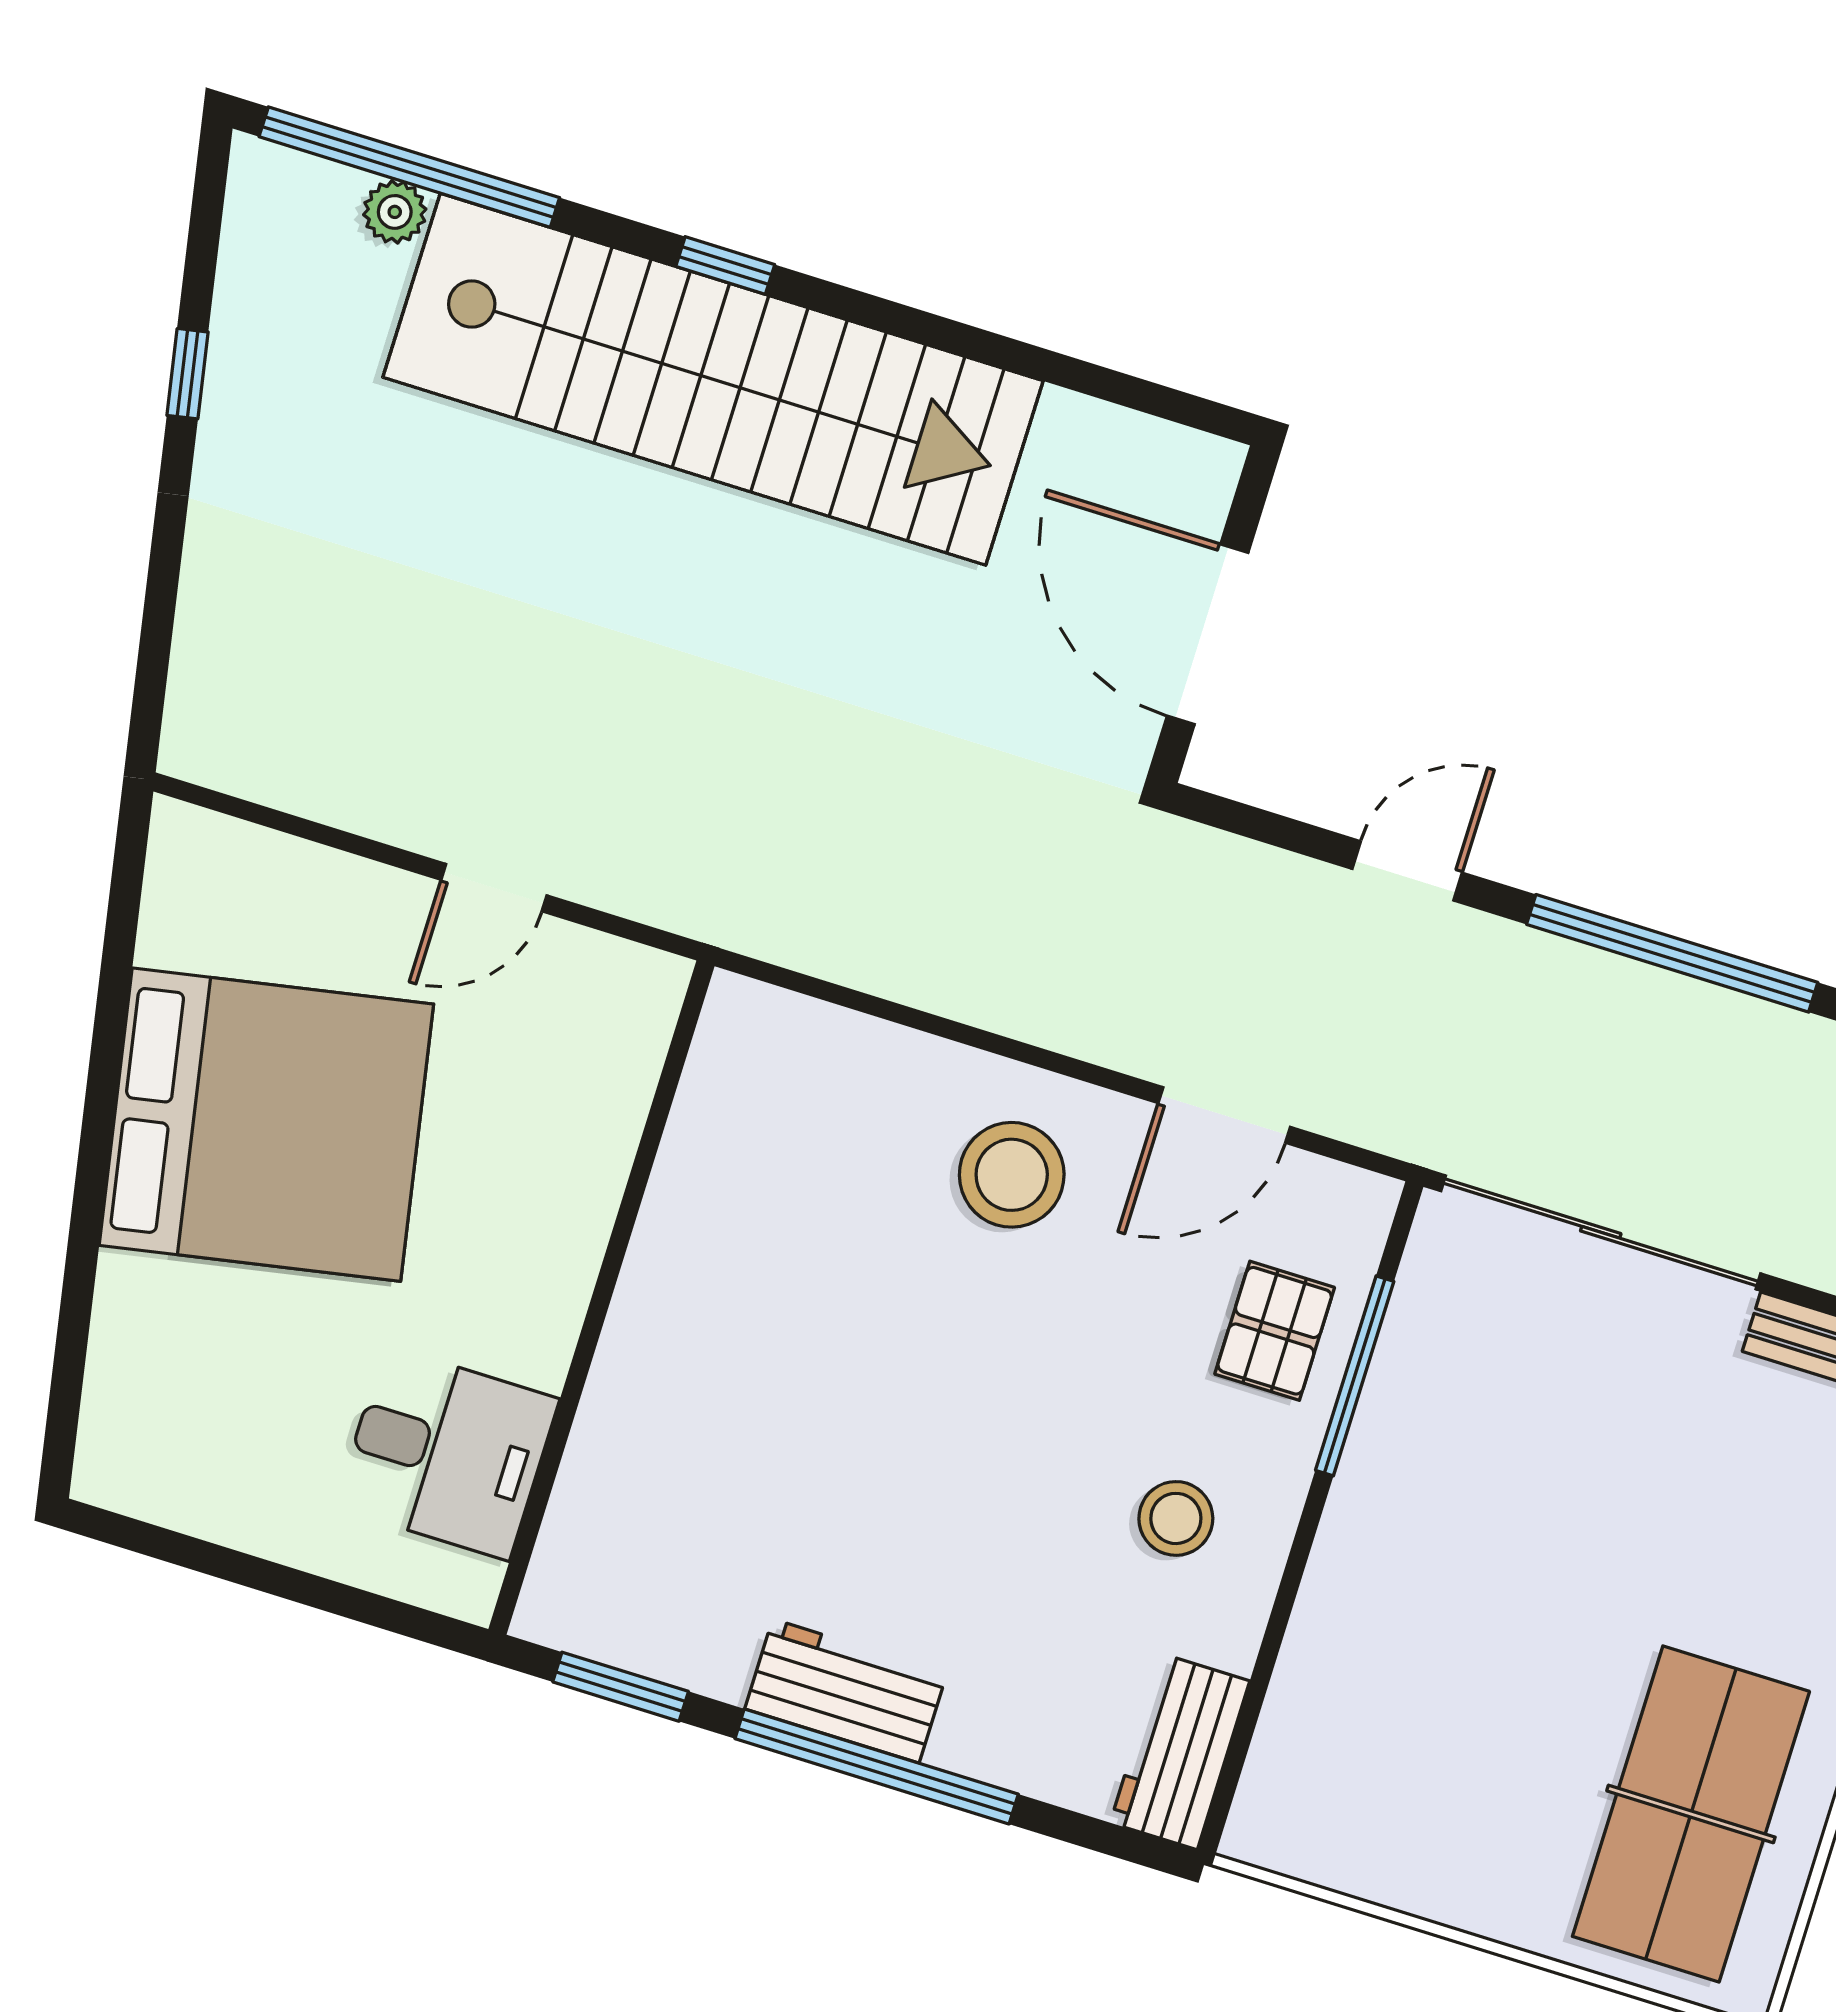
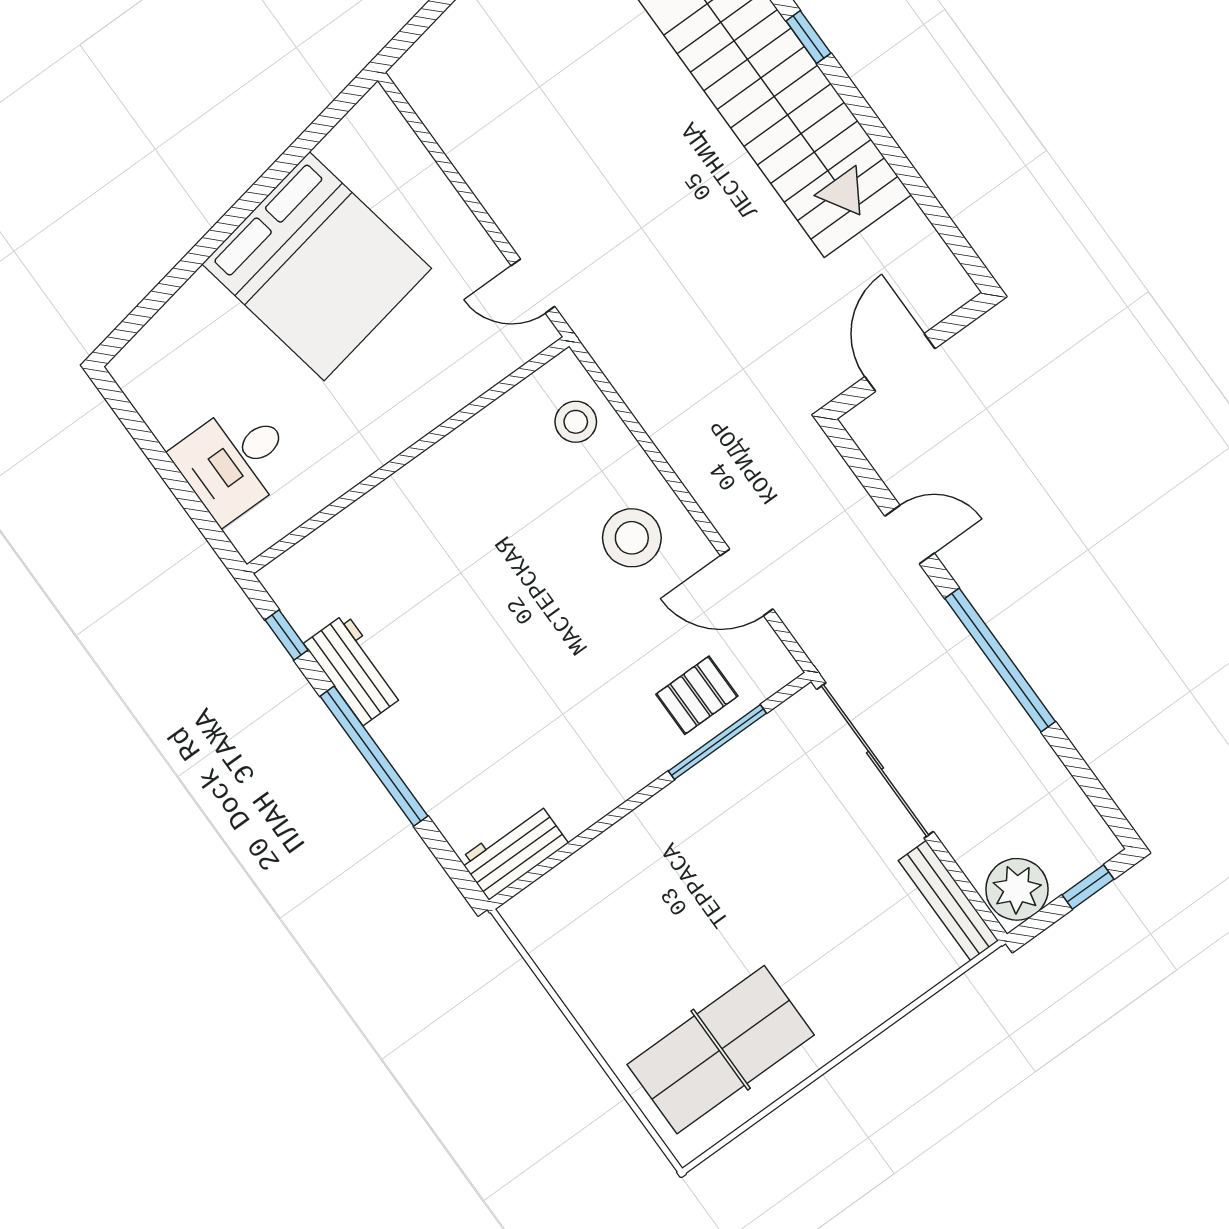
door: (1208, 634) -> (900, 363), width x0.73
door: (494, 888) -> (533, 286), moved
desk: (447, 1453) -> (235, 461), moved, turned 90
stool: (1176, 1518) -> (576, 422), moved
window: (621, 1687) -> (286, 635), width x0.67
workbench: (846, 1691) -> (354, 669), moved

